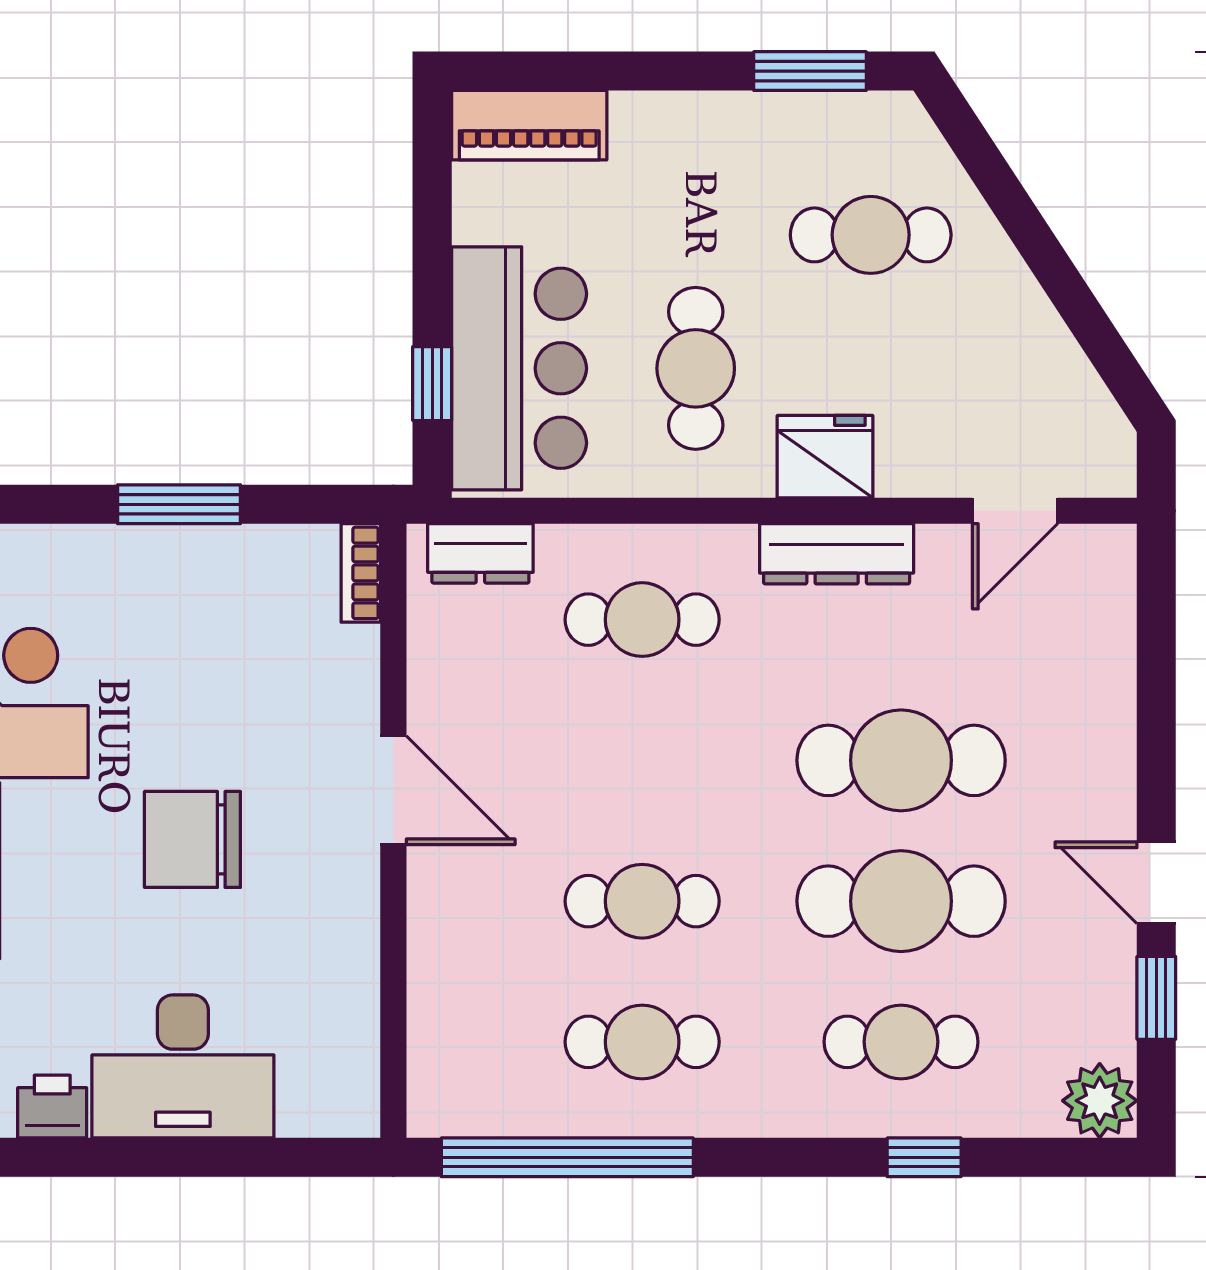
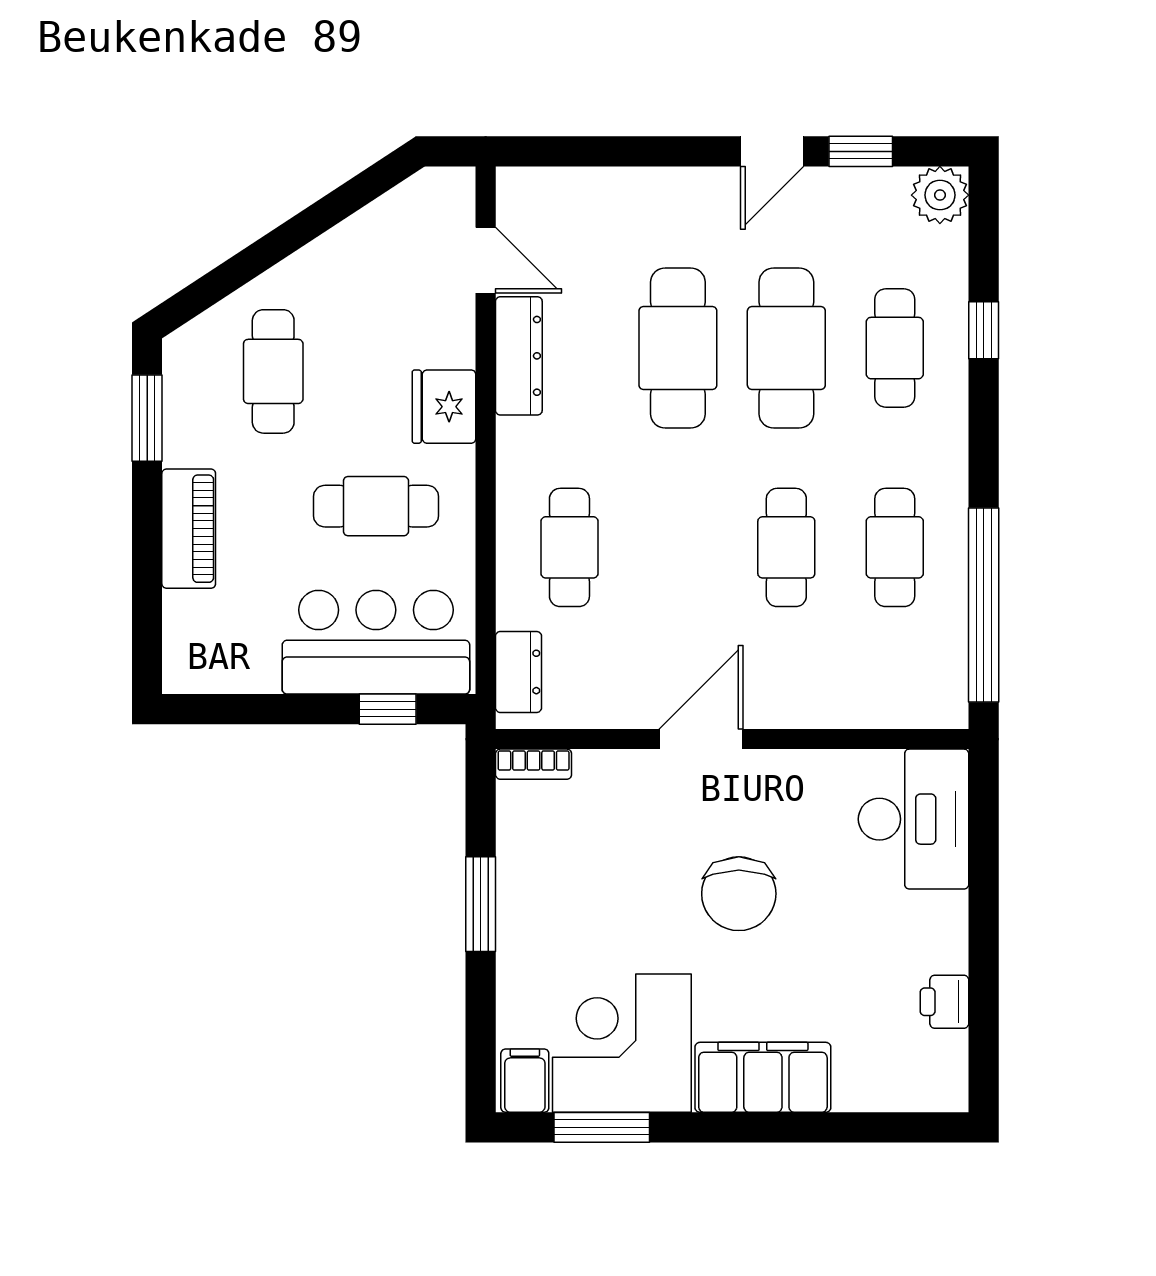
piano: (529, 125) -> (189, 529), moved
dresser: (837, 554) -> (519, 356), moved
desk: (183, 1066) -> (914, 819), moved

